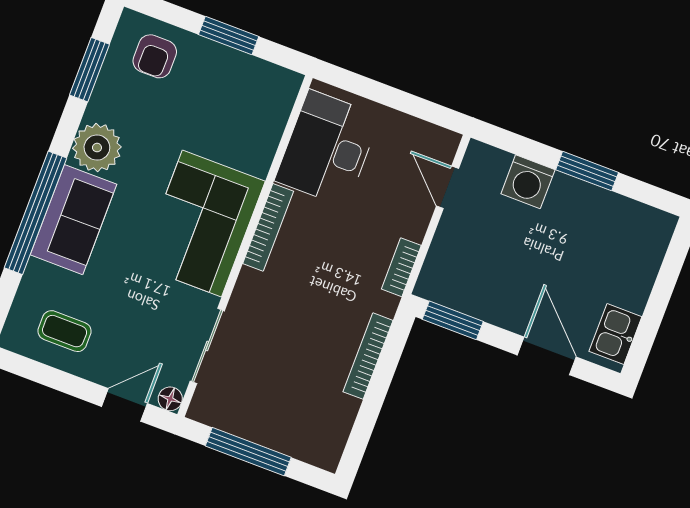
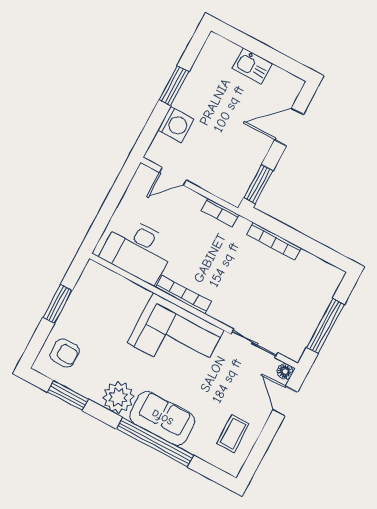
kitchen sink: (615, 334) -> (252, 66), moved

